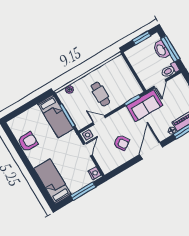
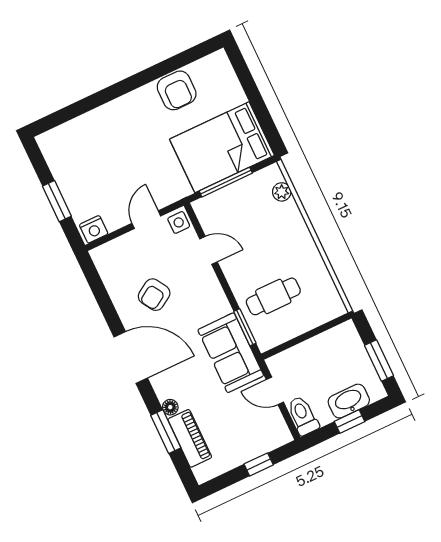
window: (171, 49) -> (350, 422), width x0.46
cafe table: (100, 94) -> (273, 296), moved
bed: (56, 116) -> (222, 147), width x1.50
door: (99, 120) -> (209, 250), hinge flipped
door: (88, 150) -> (146, 220), swing flipped
bed: (53, 181) -> (84, 136), removed
window: (83, 191) -> (57, 201), width x0.69

